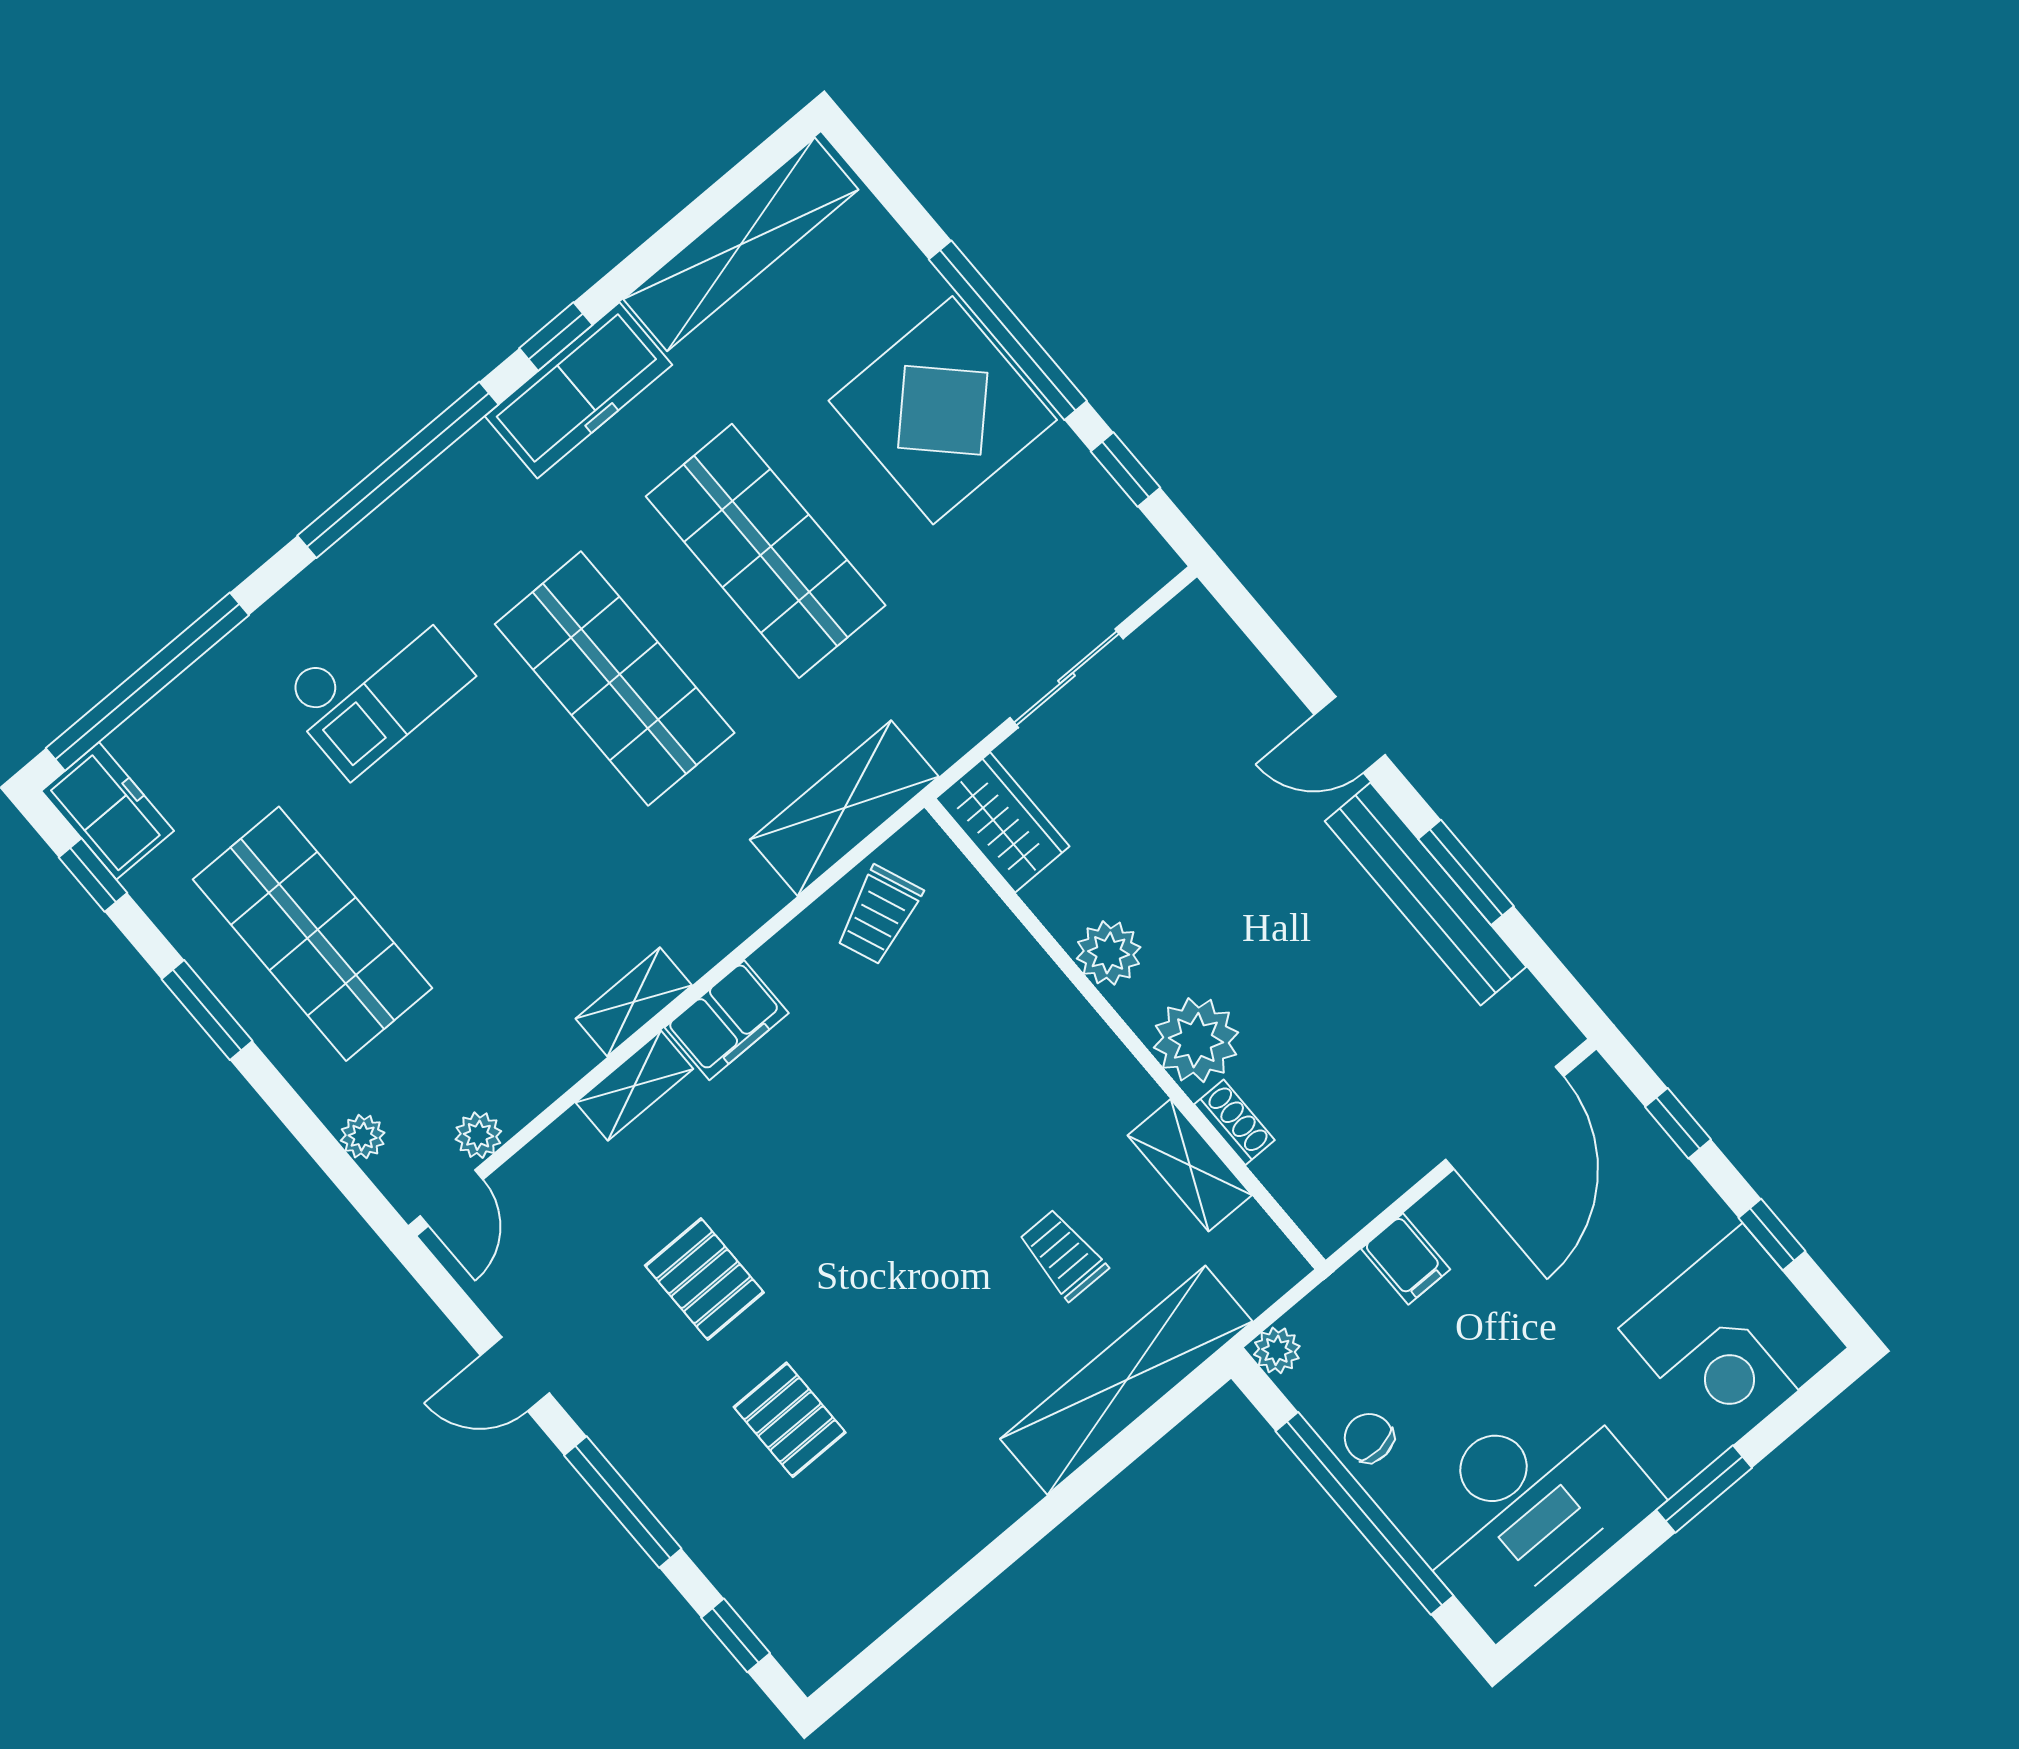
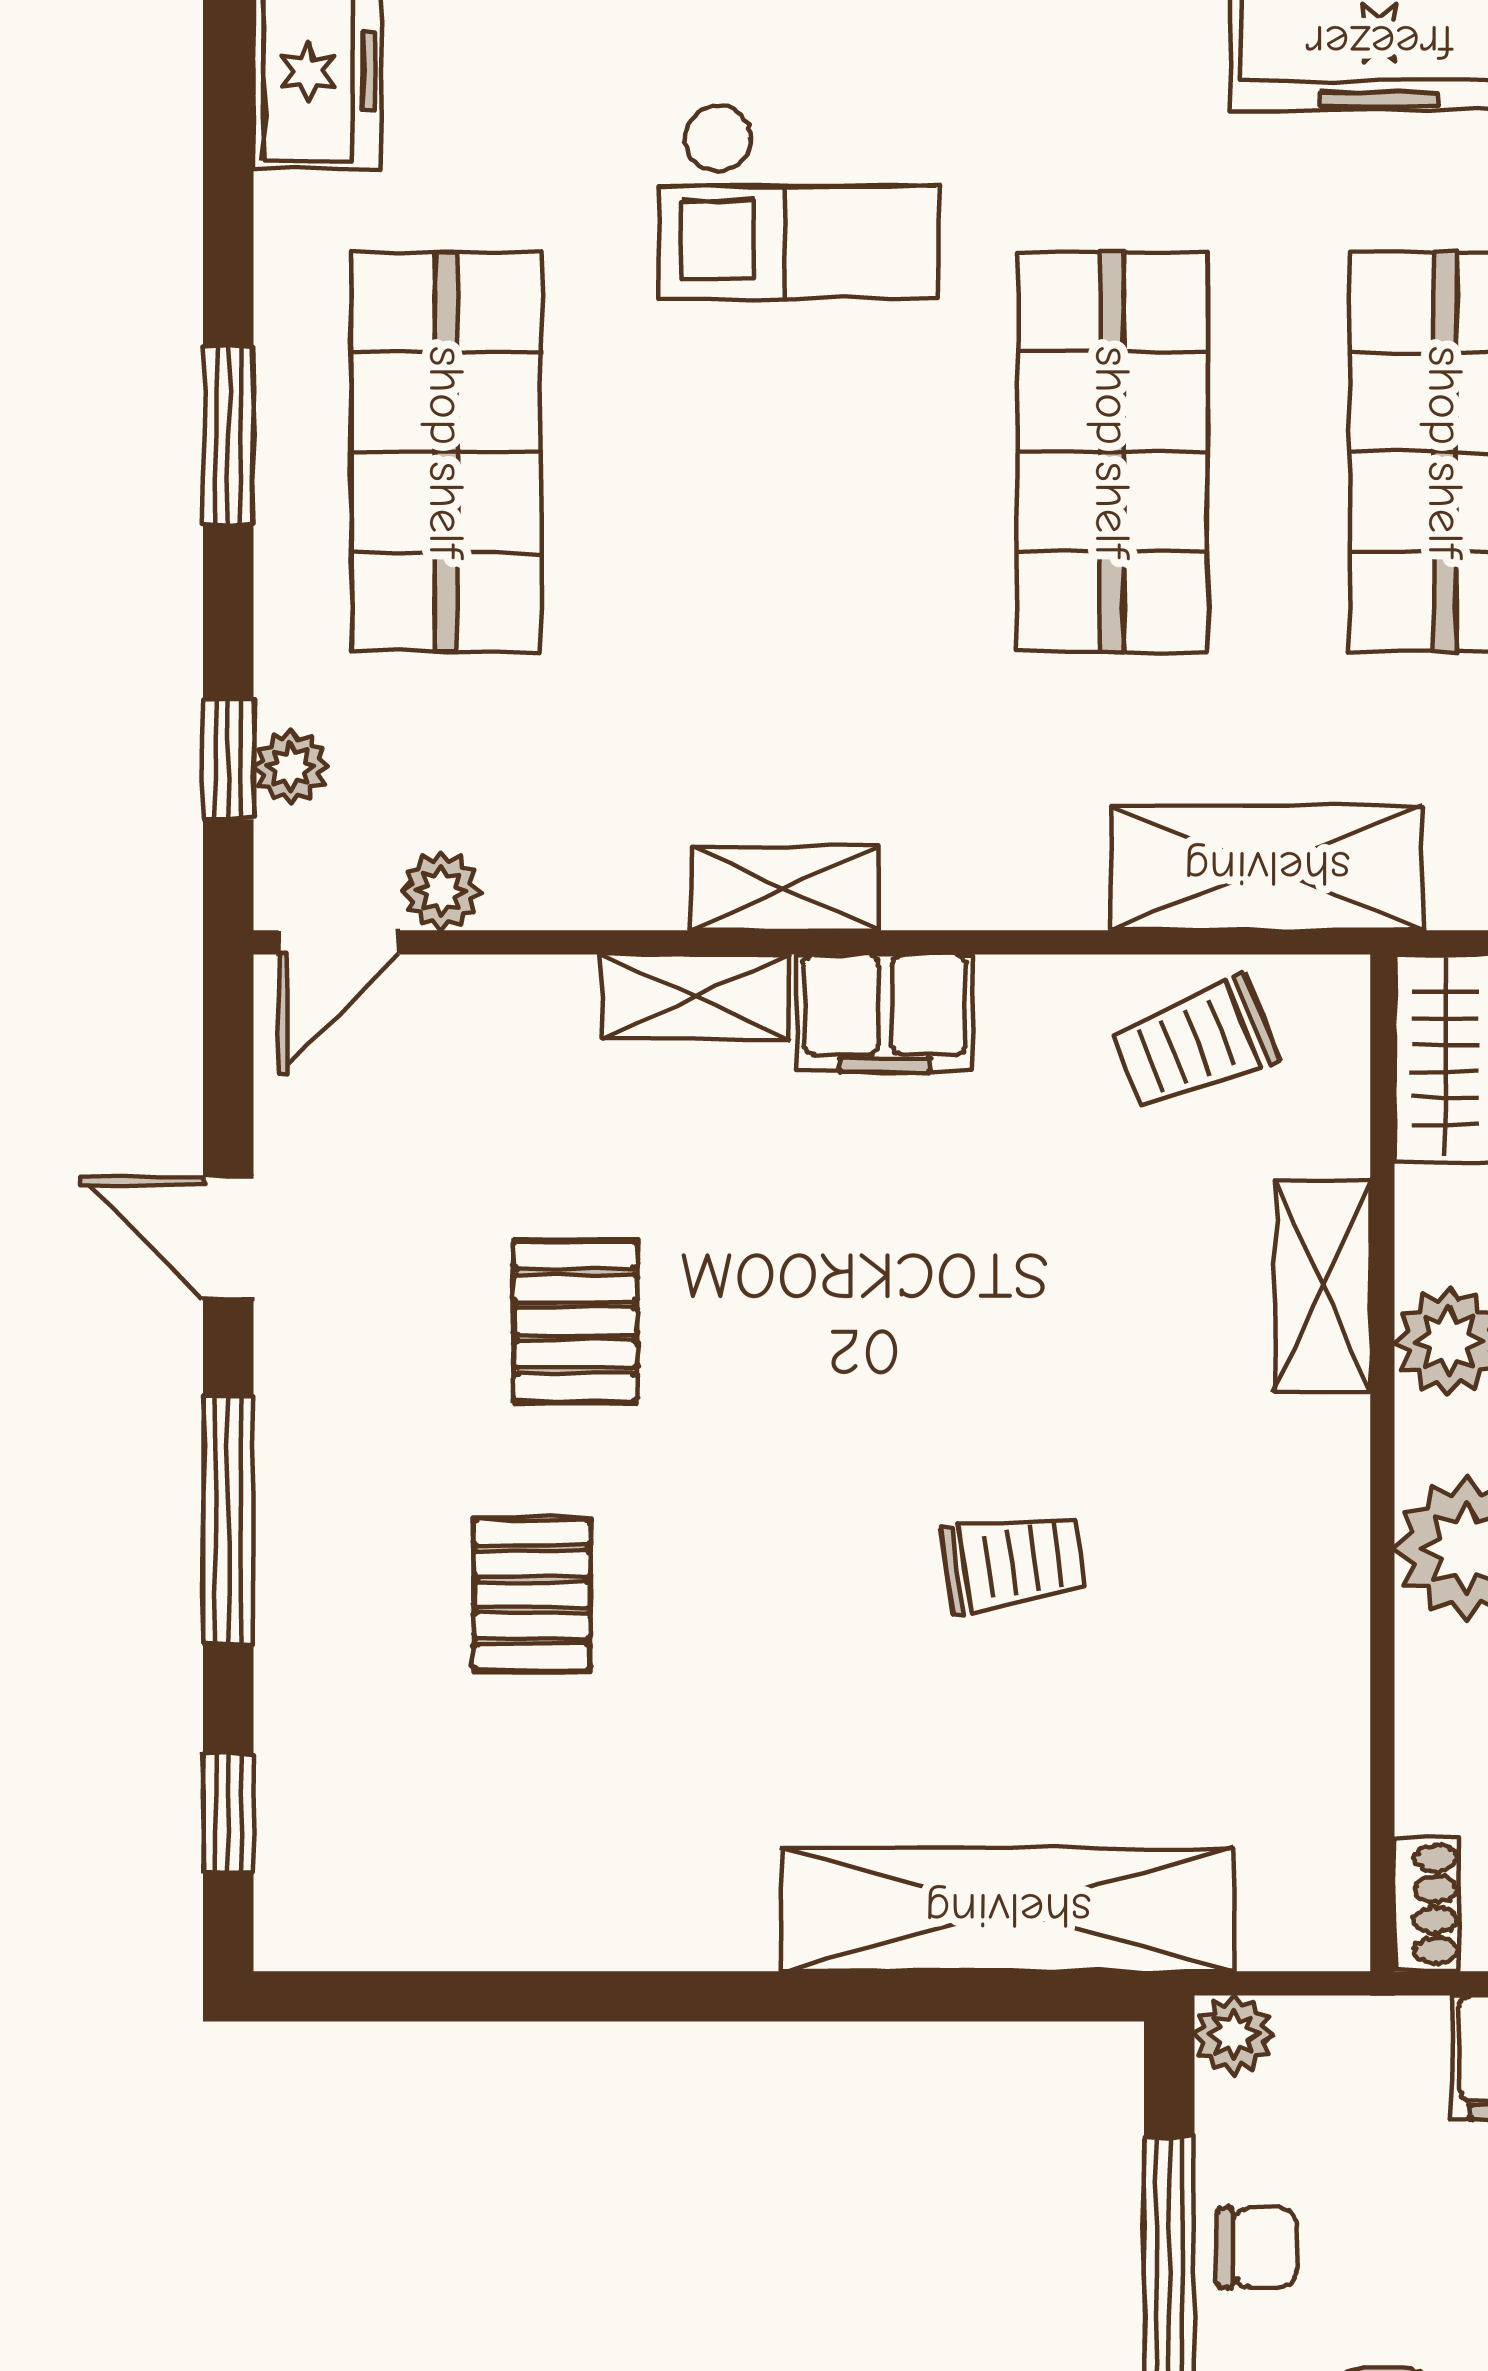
window: (93, 875) -> (228, 759), moved
shoe rack: (1234, 1122) -> (1427, 1904), moved
shelving: (1190, 1165) -> (1323, 1286), moved
trolley: (1063, 1255) -> (1014, 1562), moved, turned 82
chair: (1369, 1438) -> (1257, 2247), turned 96

